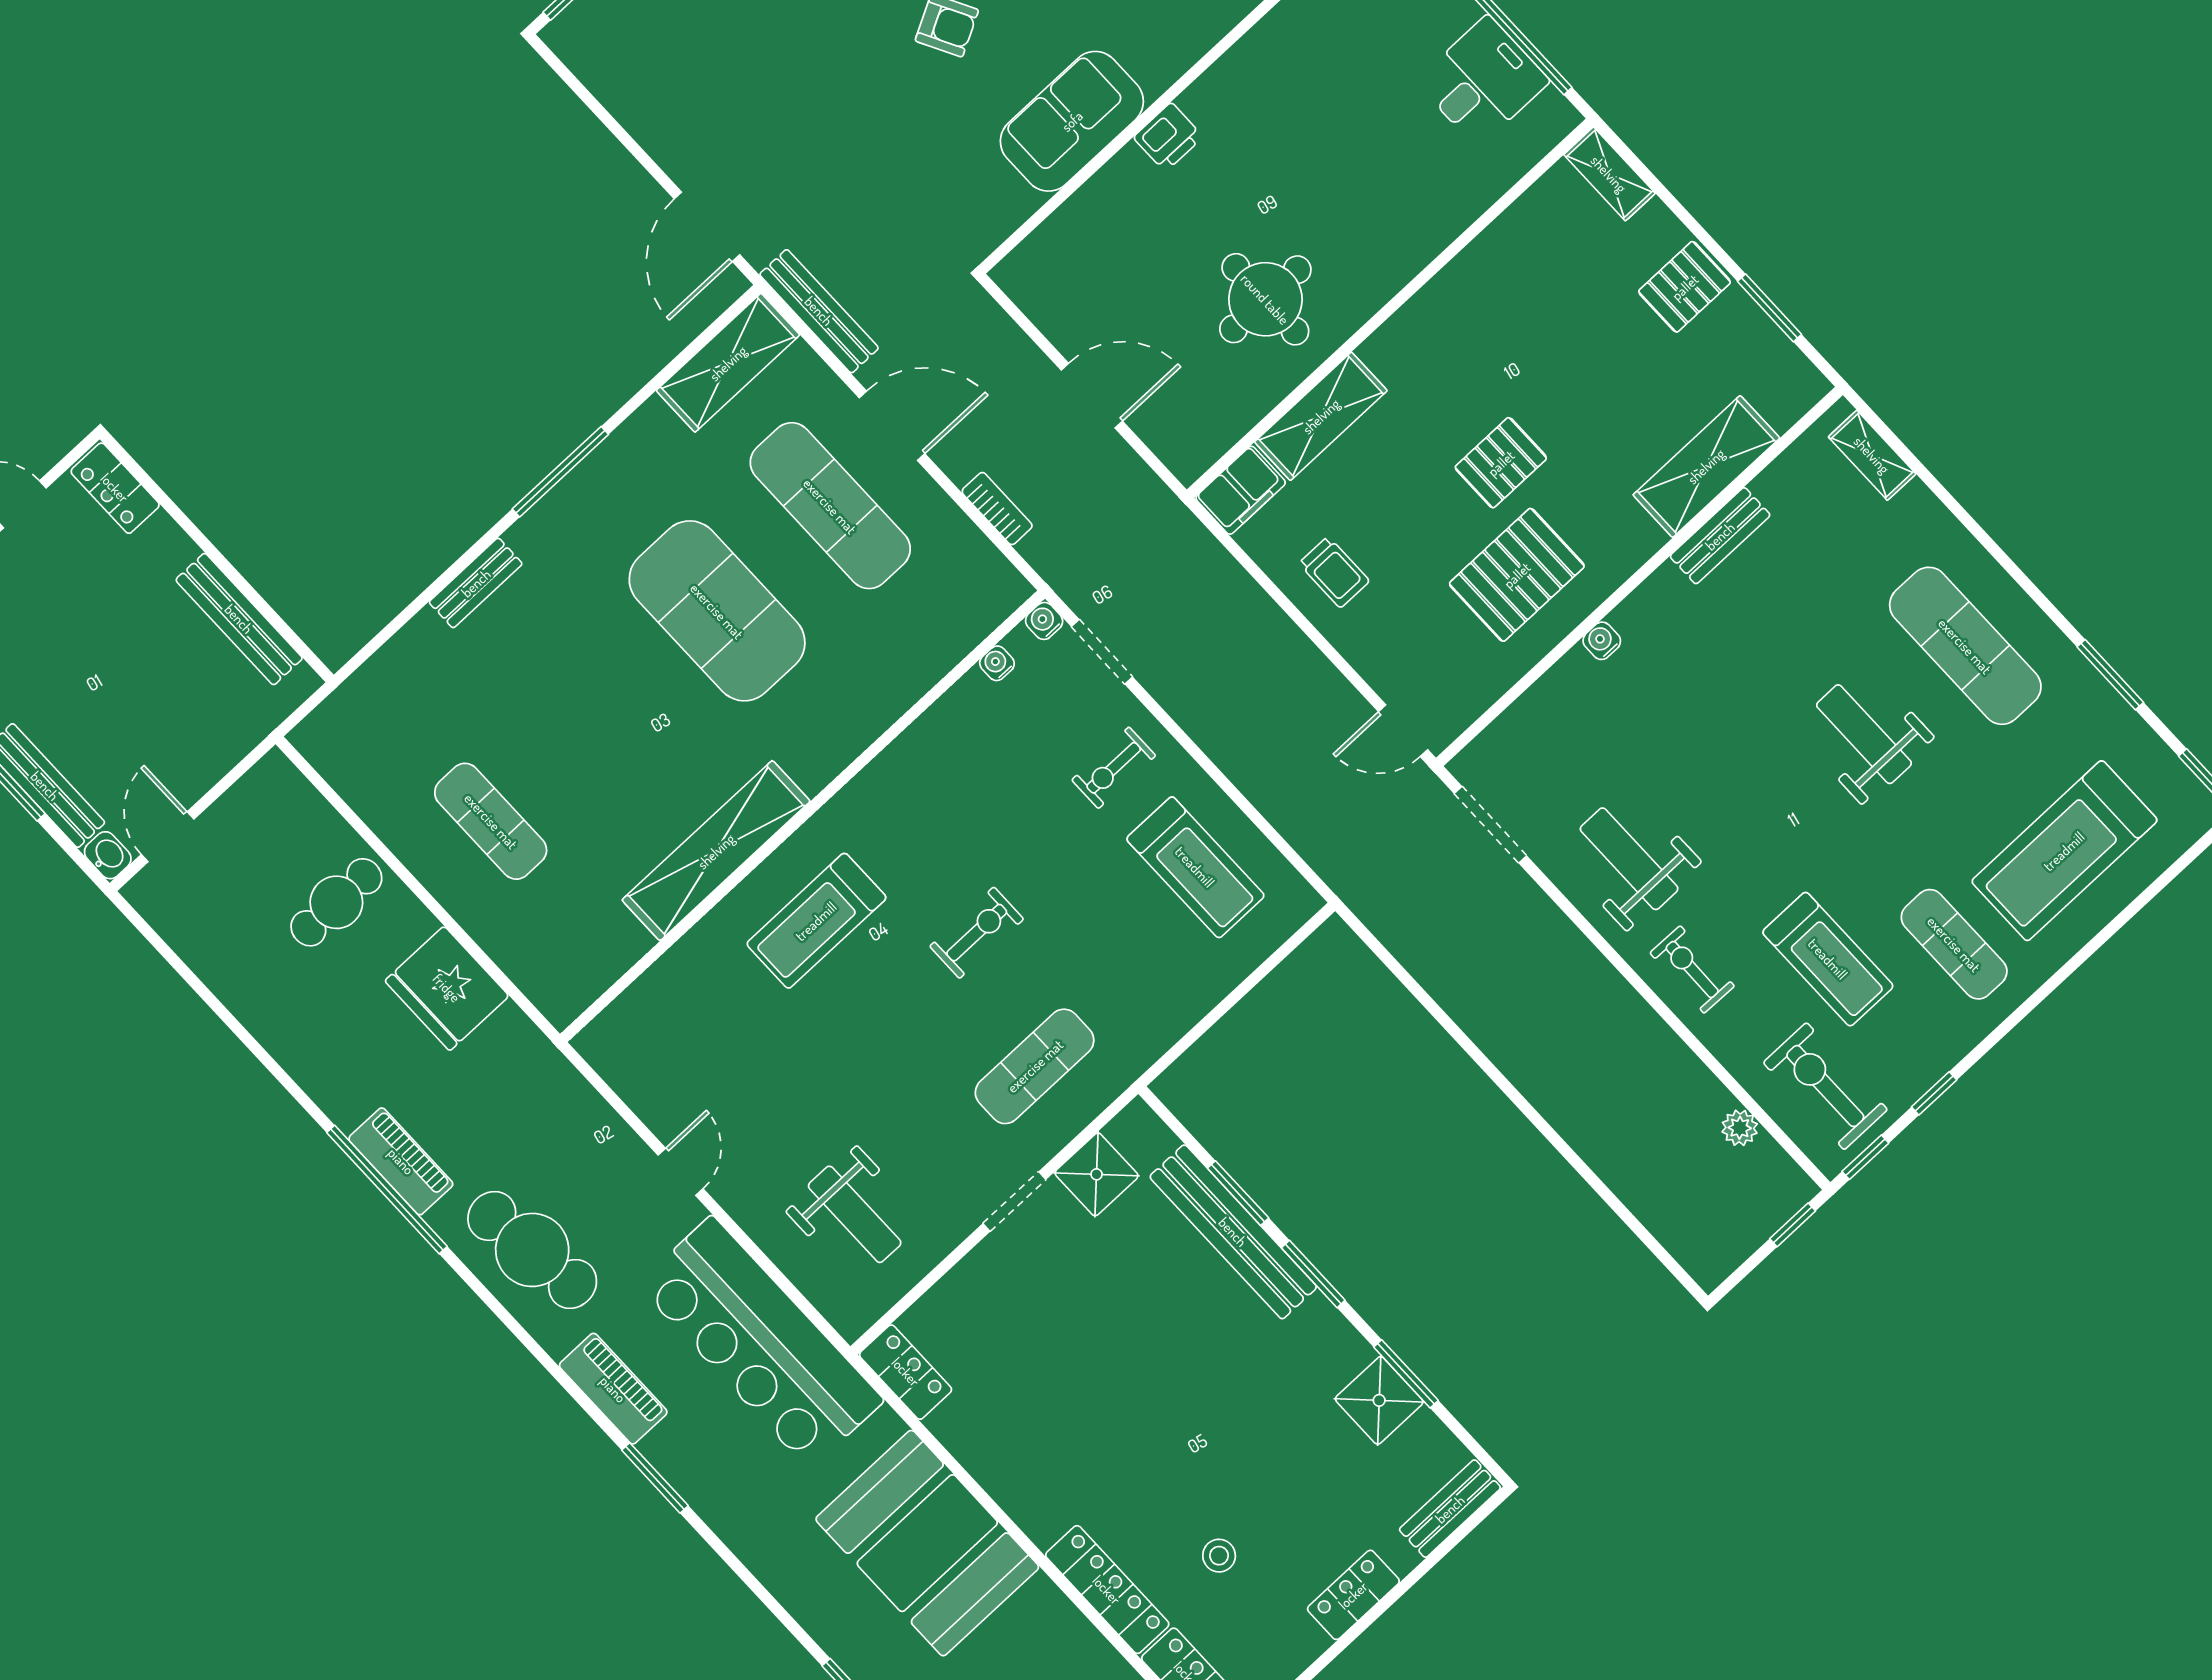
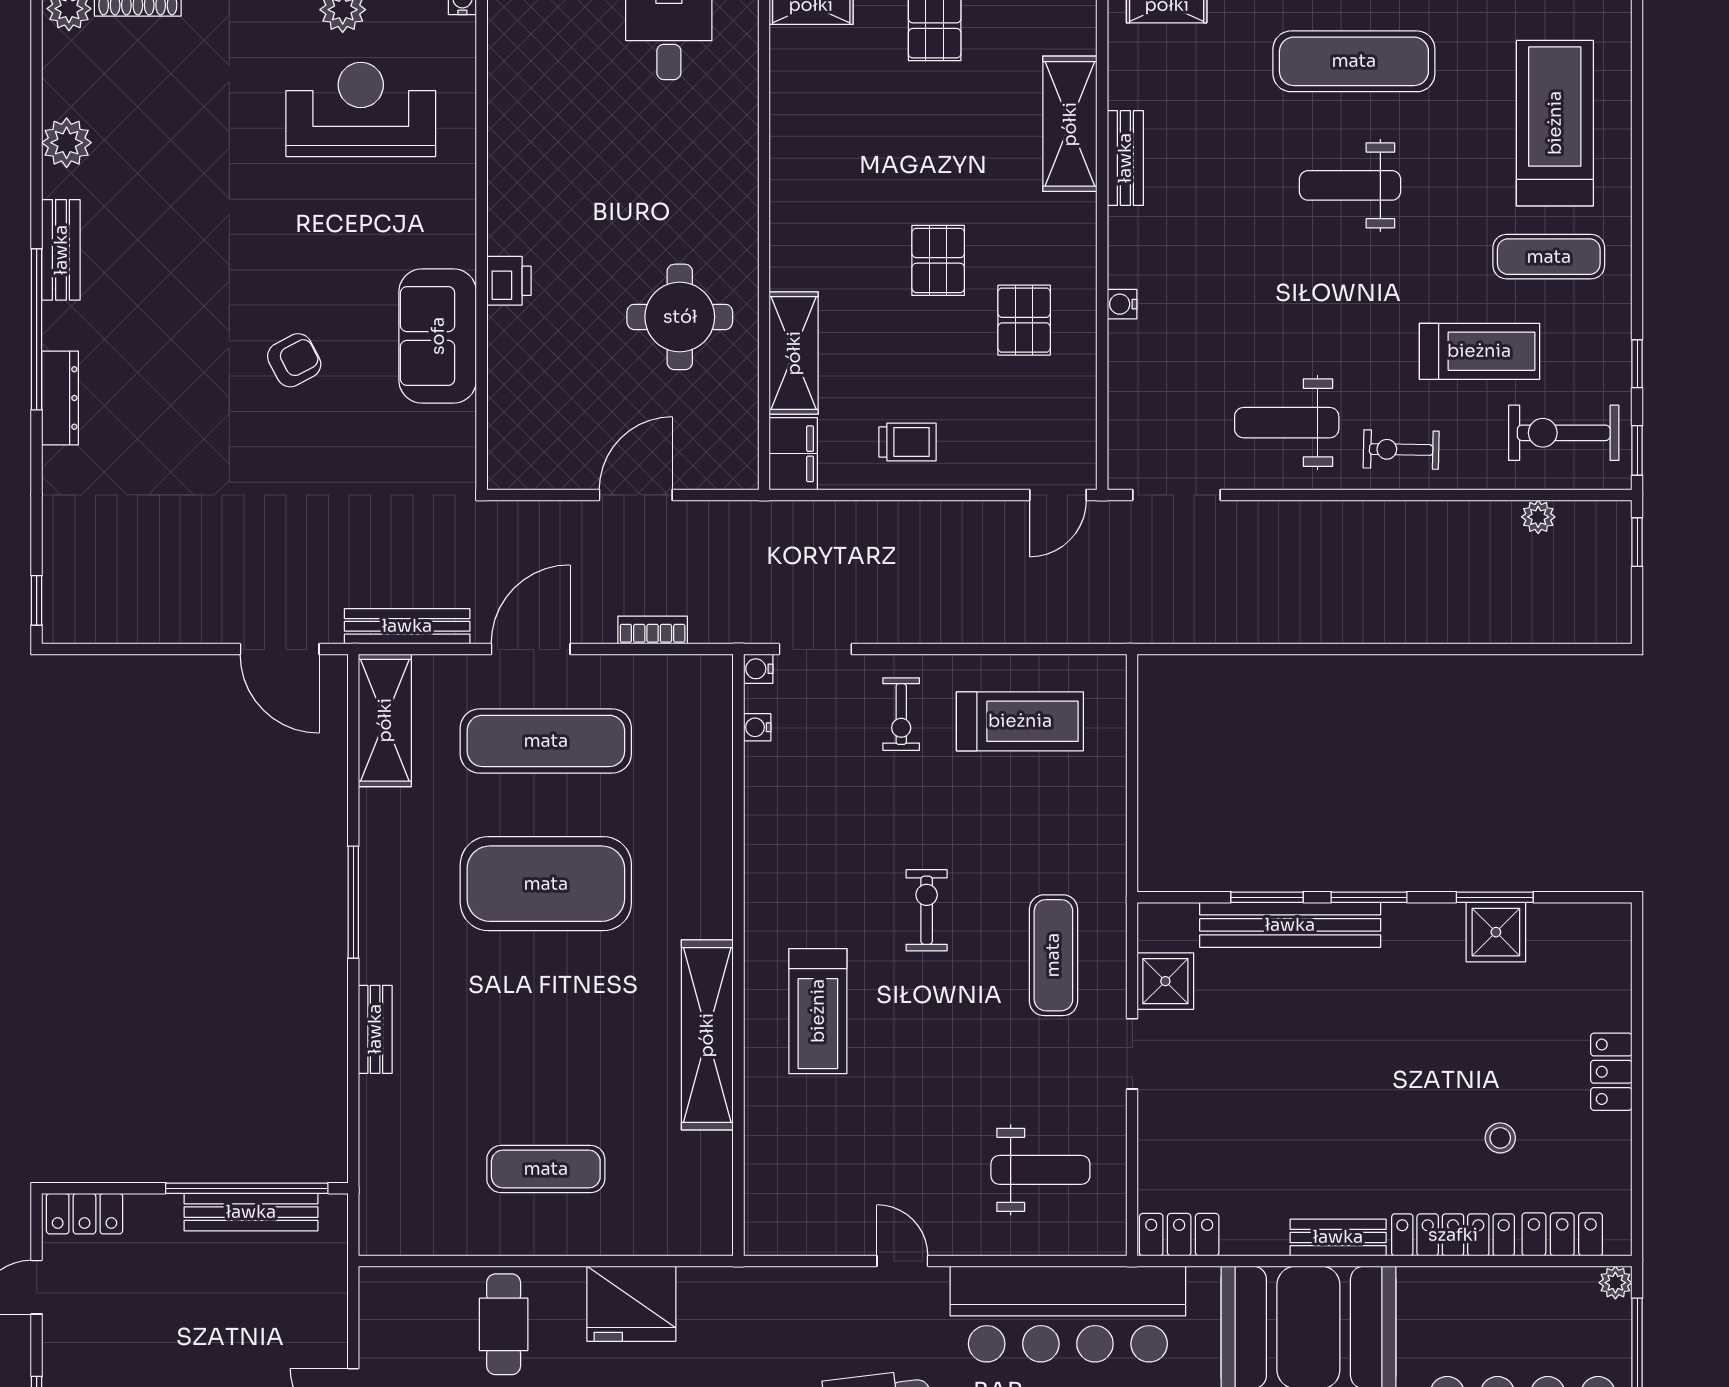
pallet: (1517, 575) -> (1024, 320), width x0.67, depth x0.71
window: (255, 598) -> (247, 1188), added
treadmill: (2064, 851) -> (1555, 123), turned 180
bench: (1450, 1509) -> (1338, 1237), moved, turned 90

